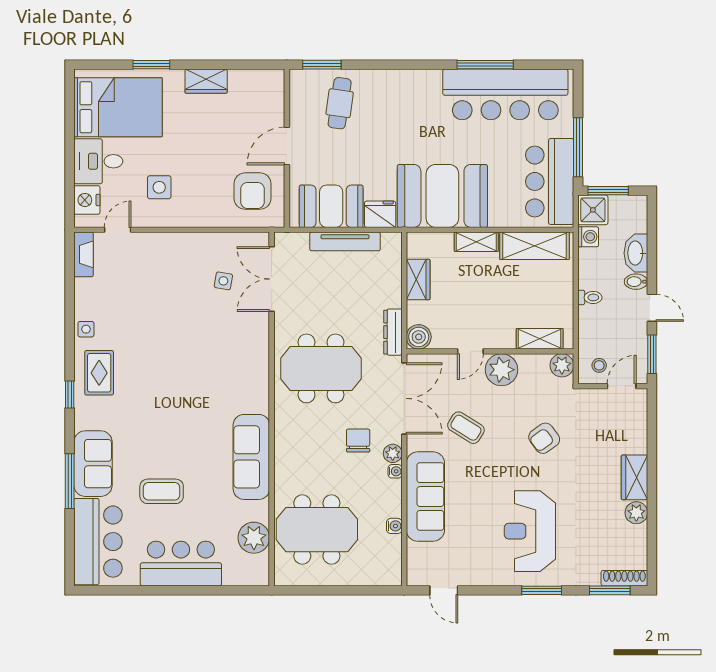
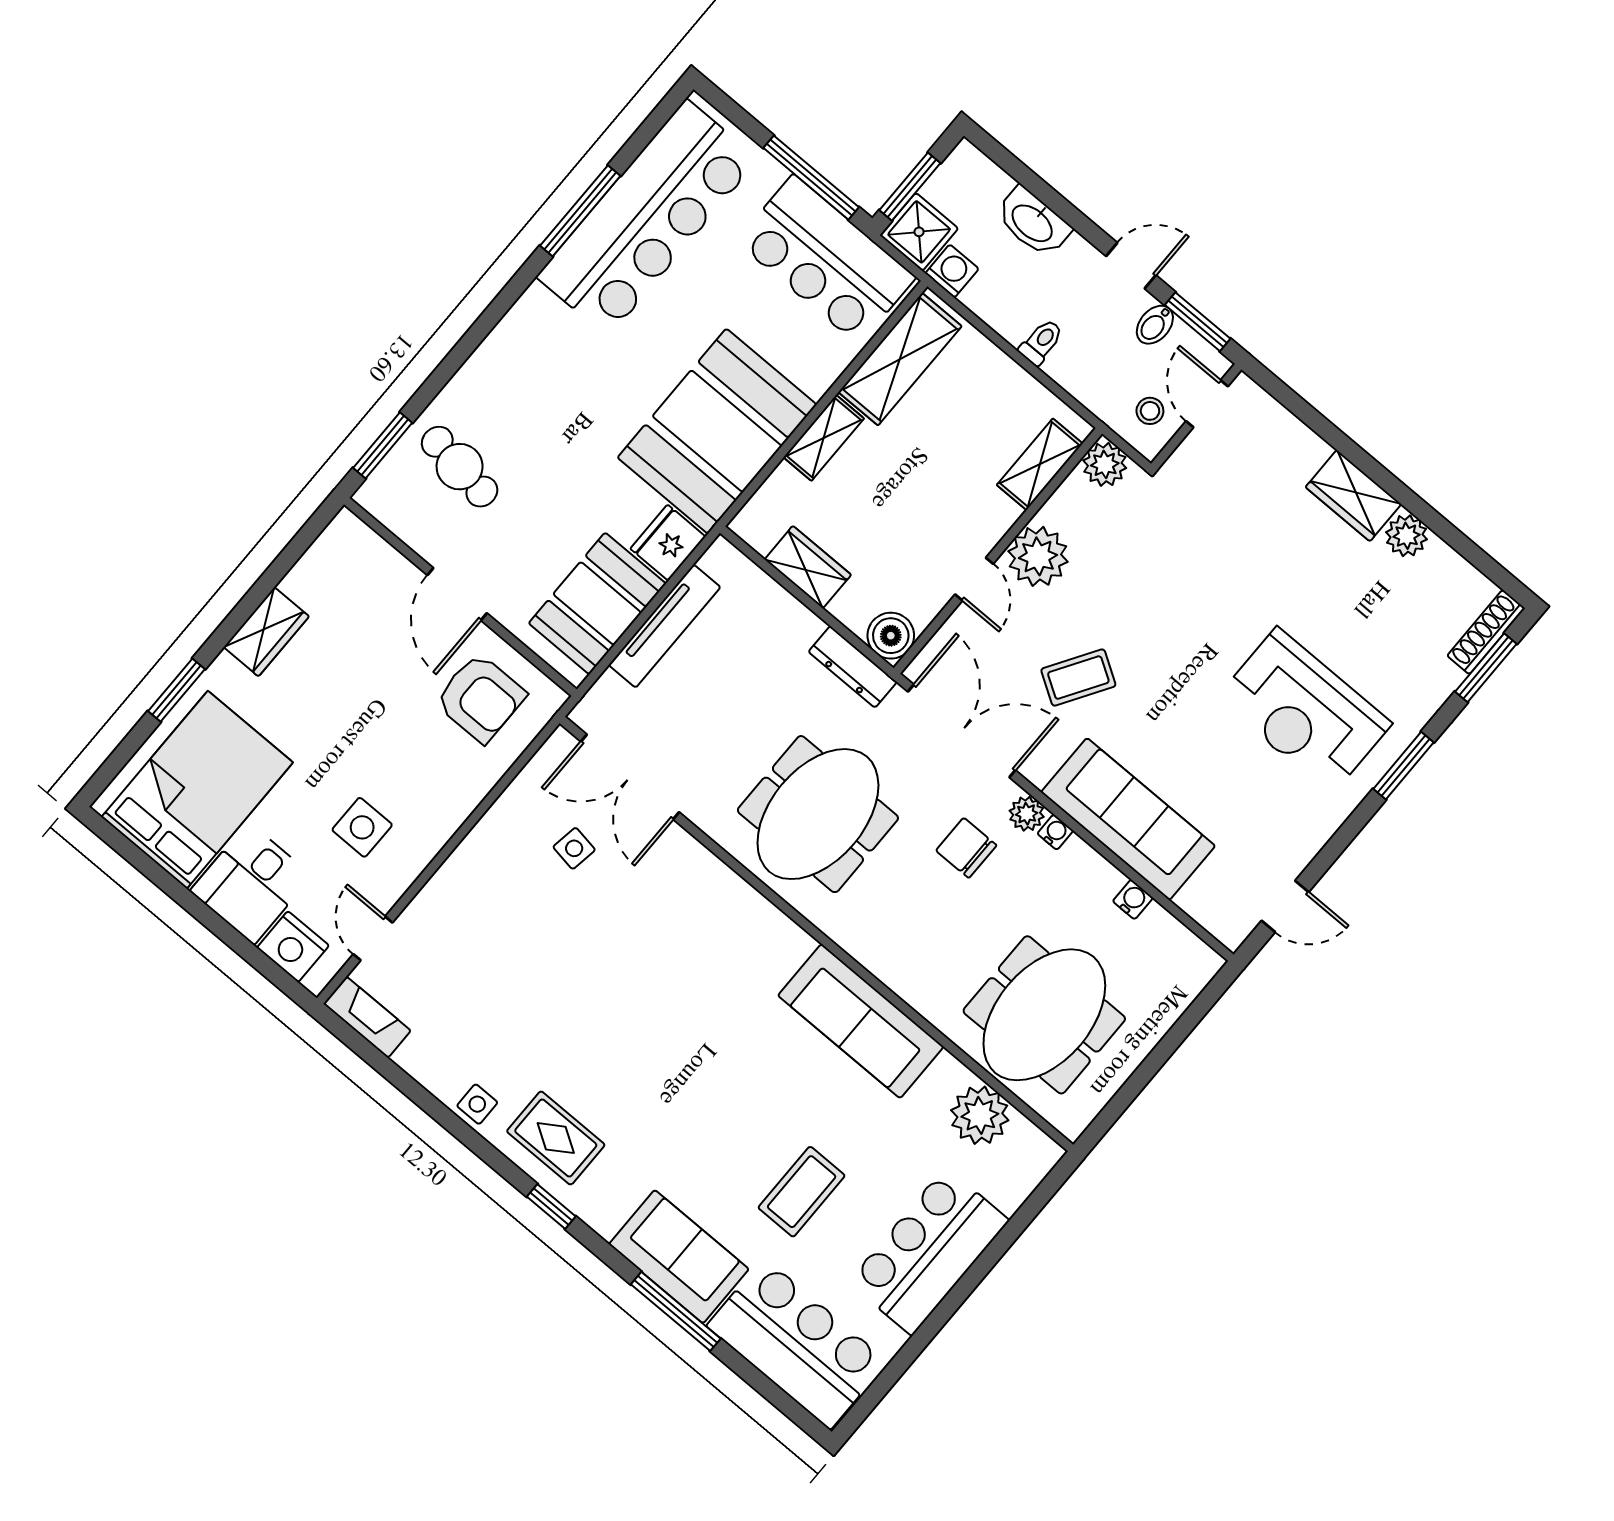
bidet: (636, 282) -> (1155, 325), moved
armchair: (544, 438) -> (1188, 578), removed

